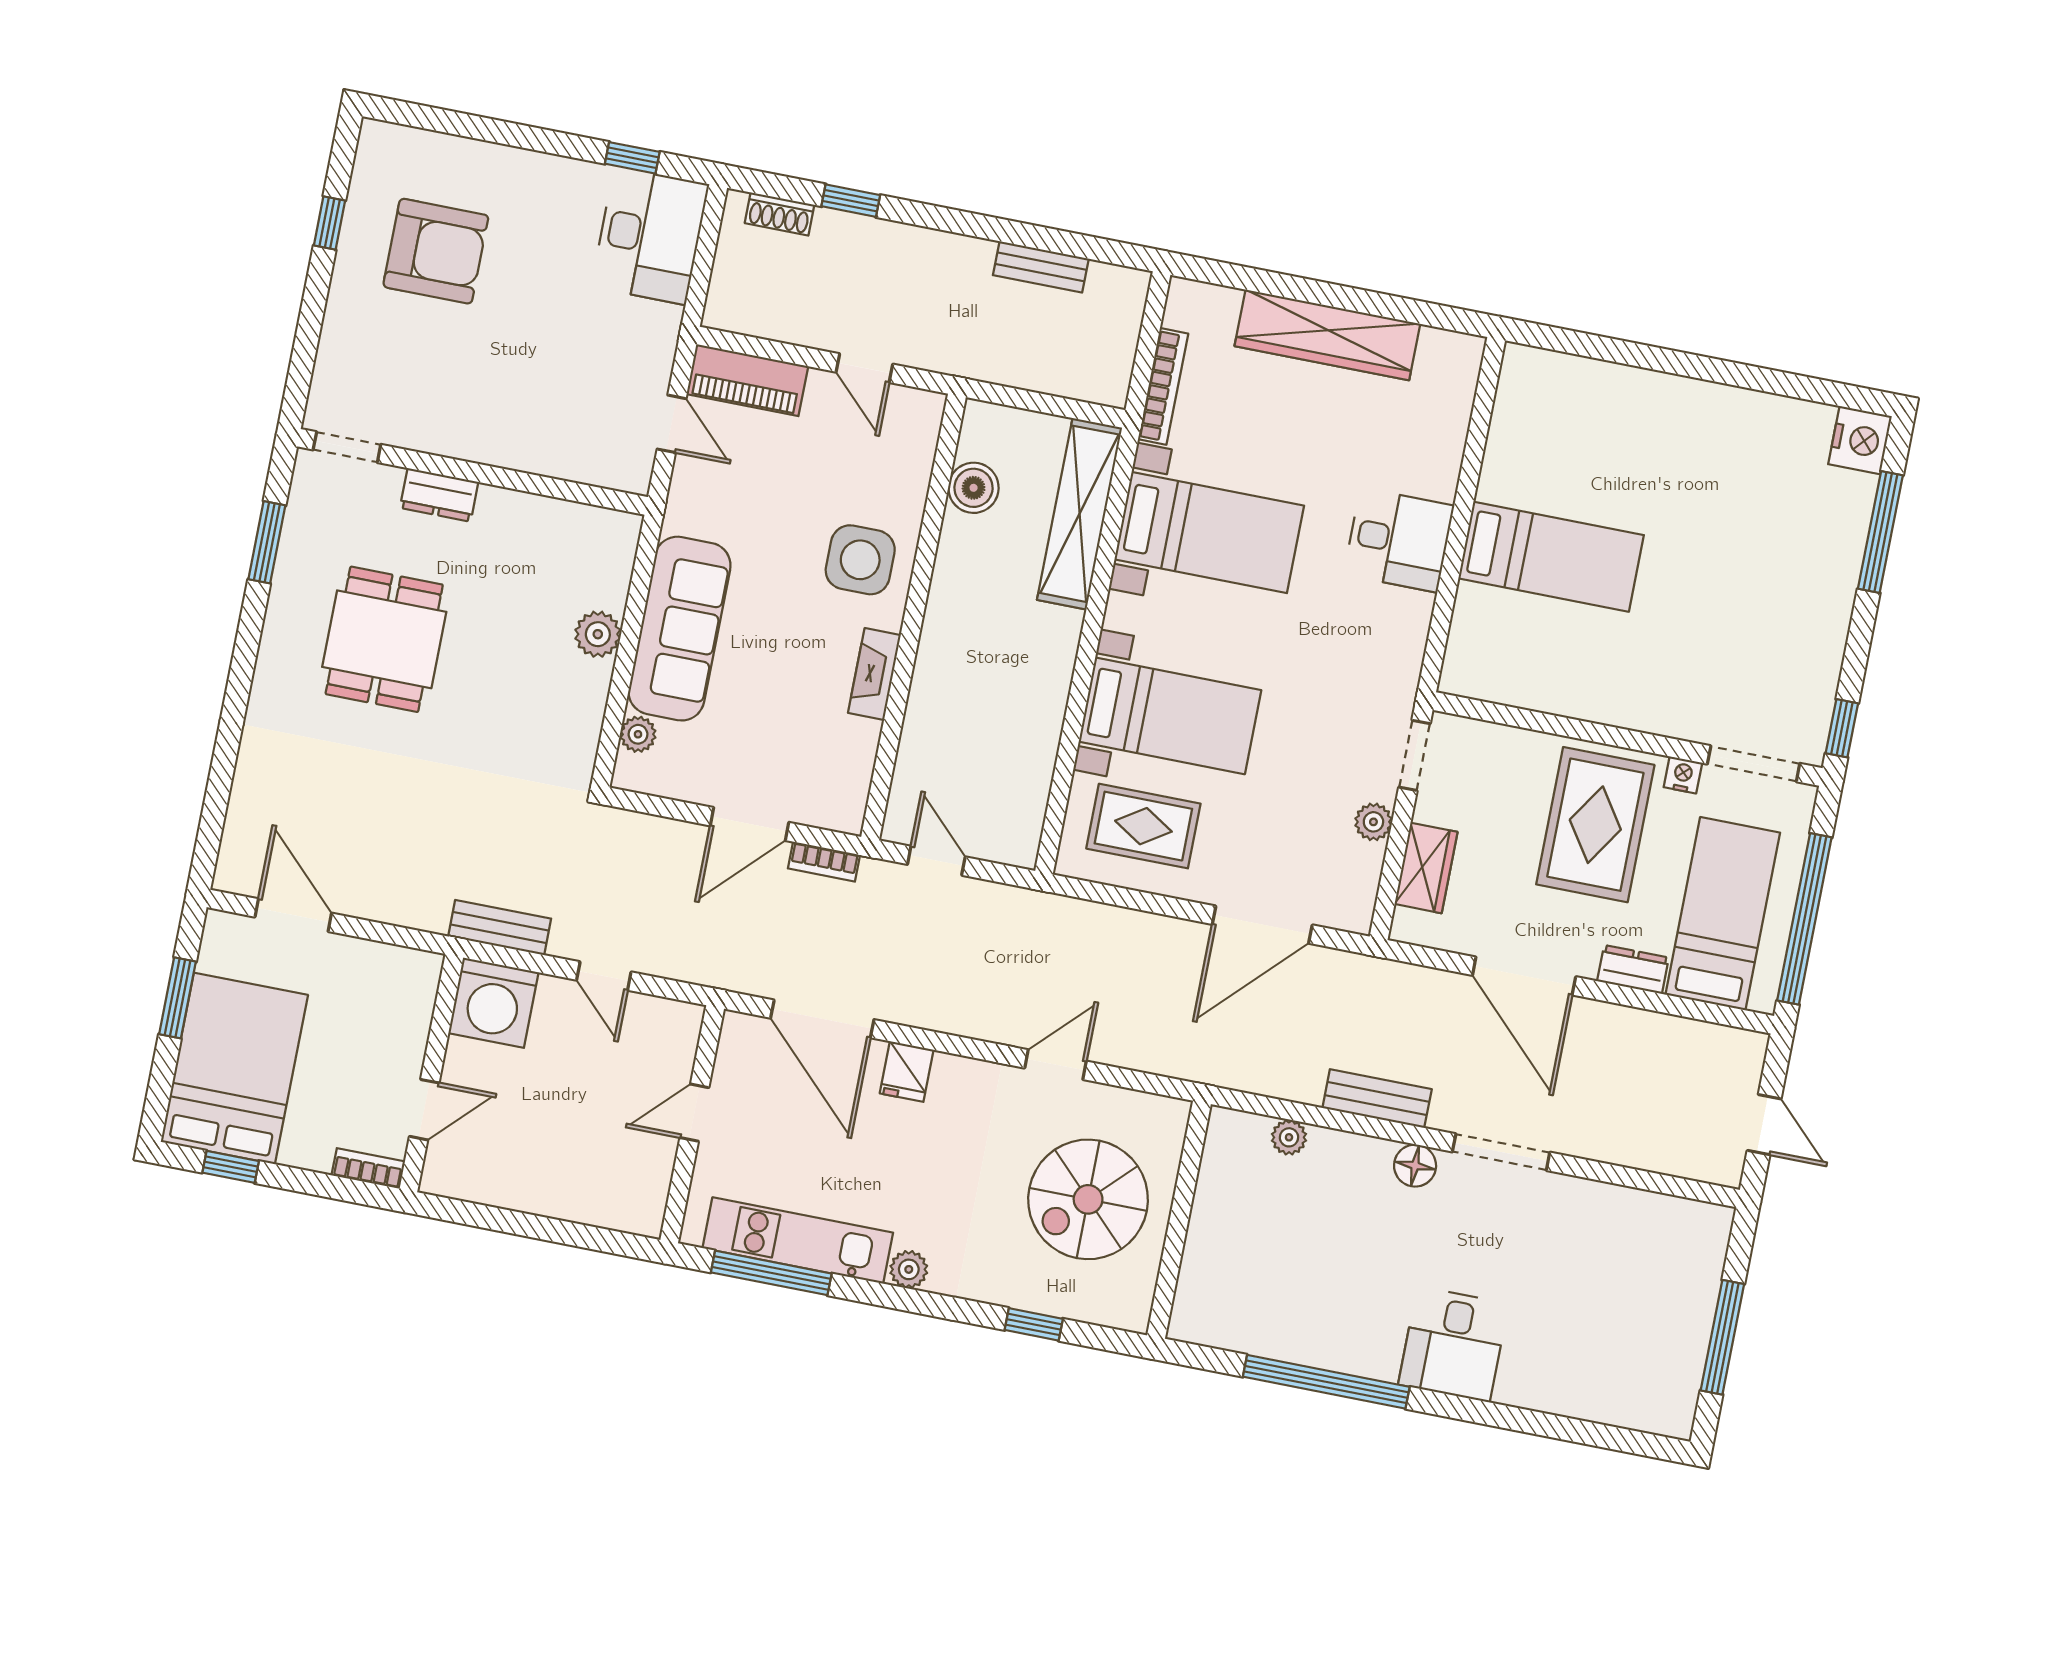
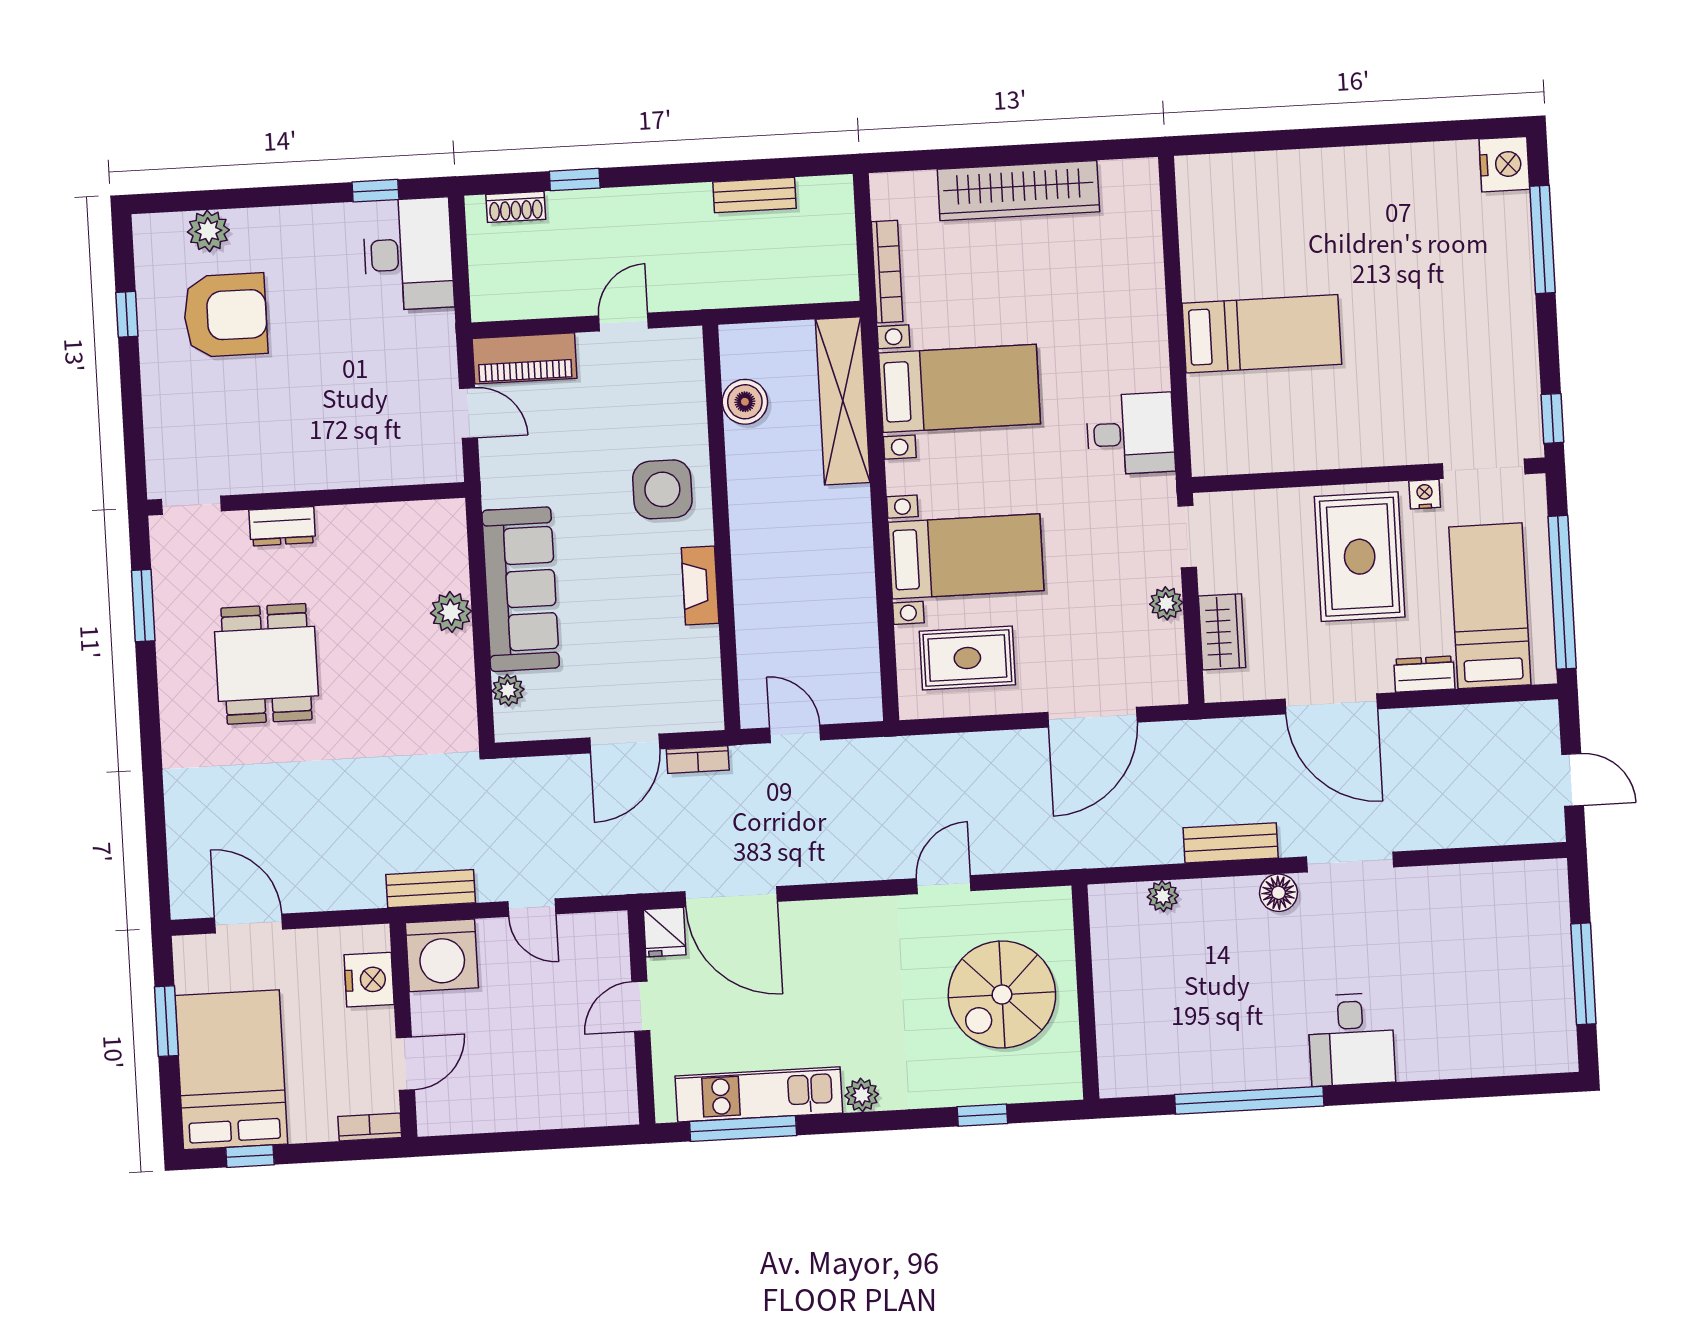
plant: (441, 155) -> (208, 231), added
door: (864, 368) -> (624, 322), swing flipped
desk: (1399, 540) -> (1130, 434), moved
nightstand: (408, 1009) -> (369, 980), added
fridge: (907, 1072) -> (665, 932), moved

